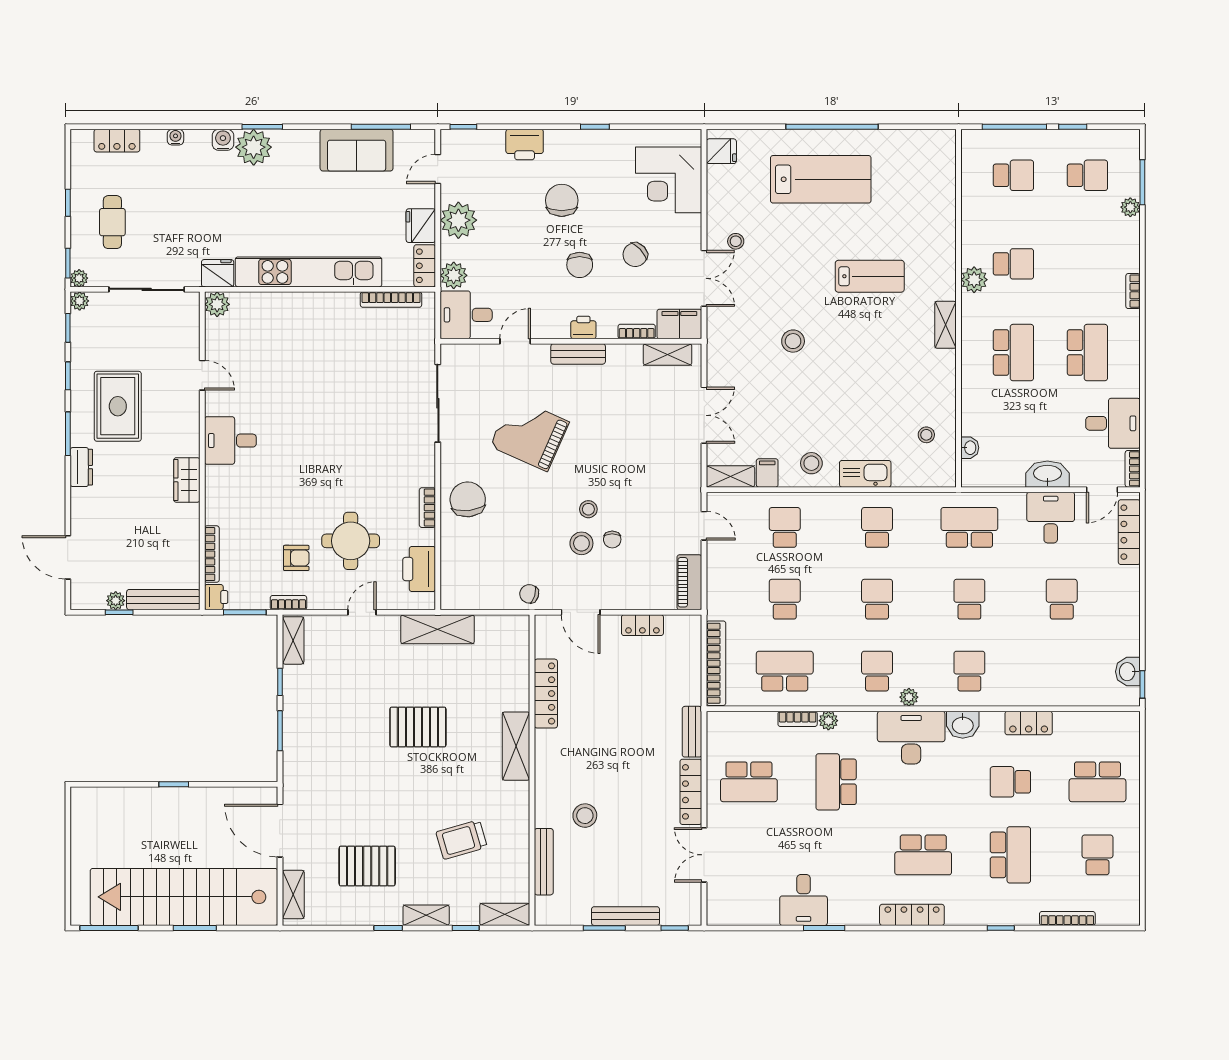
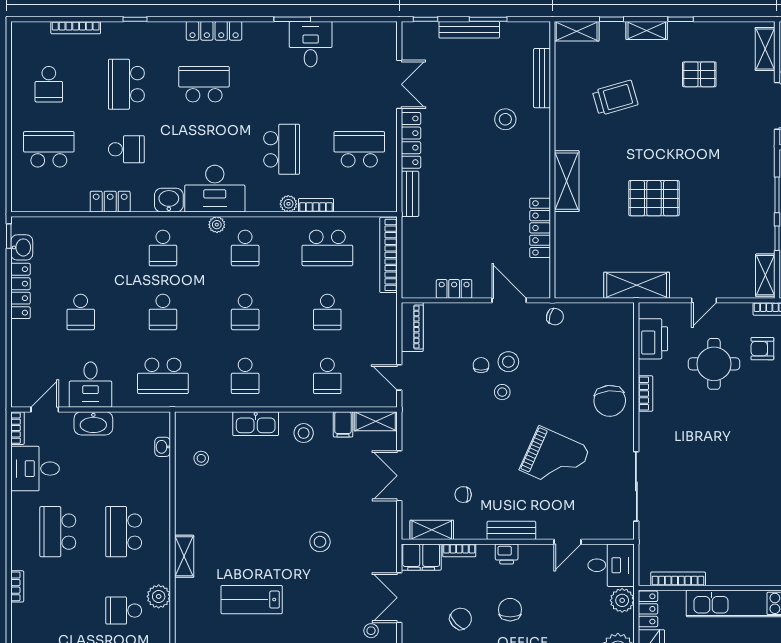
chair: (632, 394) -> (463, 495), added
locker: (1129, 532) -> (21, 291), moved
pallet: (367, 866) -> (699, 74), width x0.67, depth x0.71

